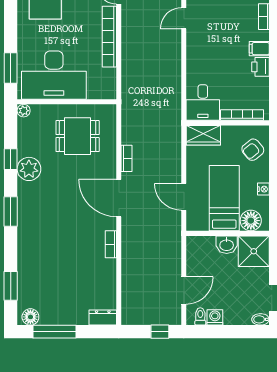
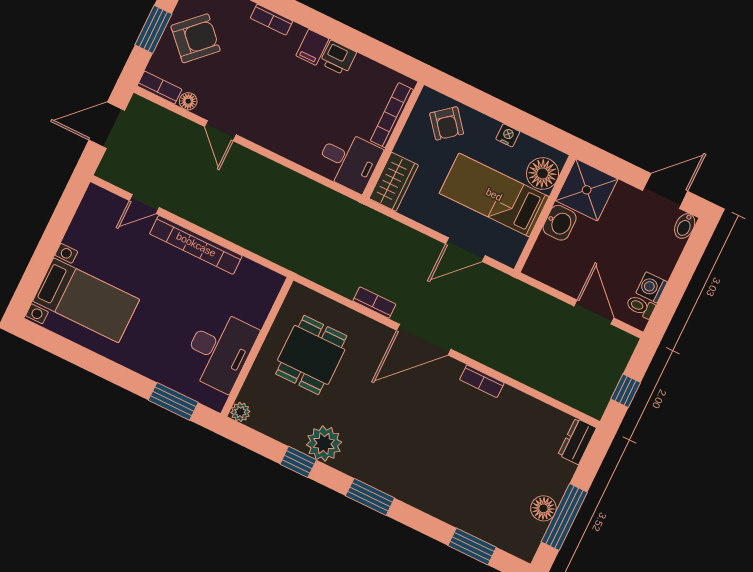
desk: (54, 75) -> (219, 351), width x0.73, depth x0.77
floor lamp: (30, 317) -> (543, 508), moved
window: (160, 332) -> (626, 391), moved

